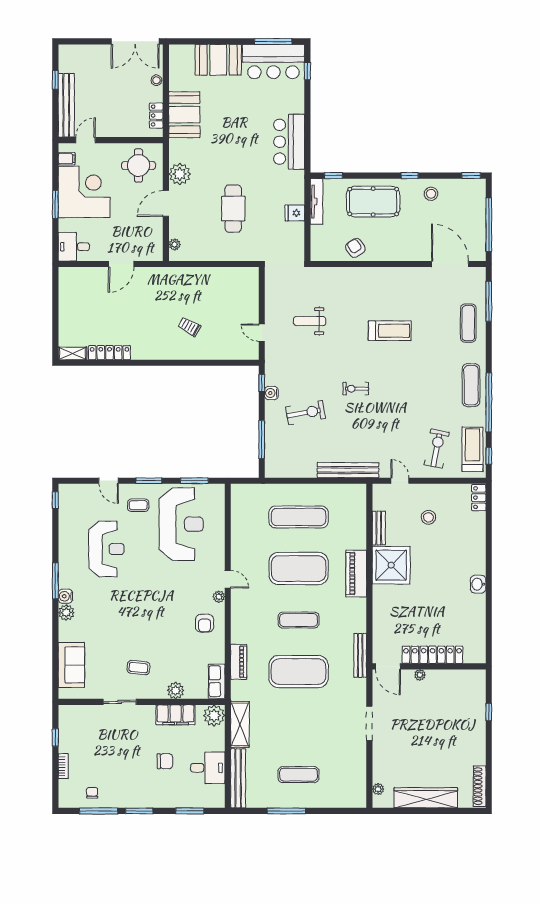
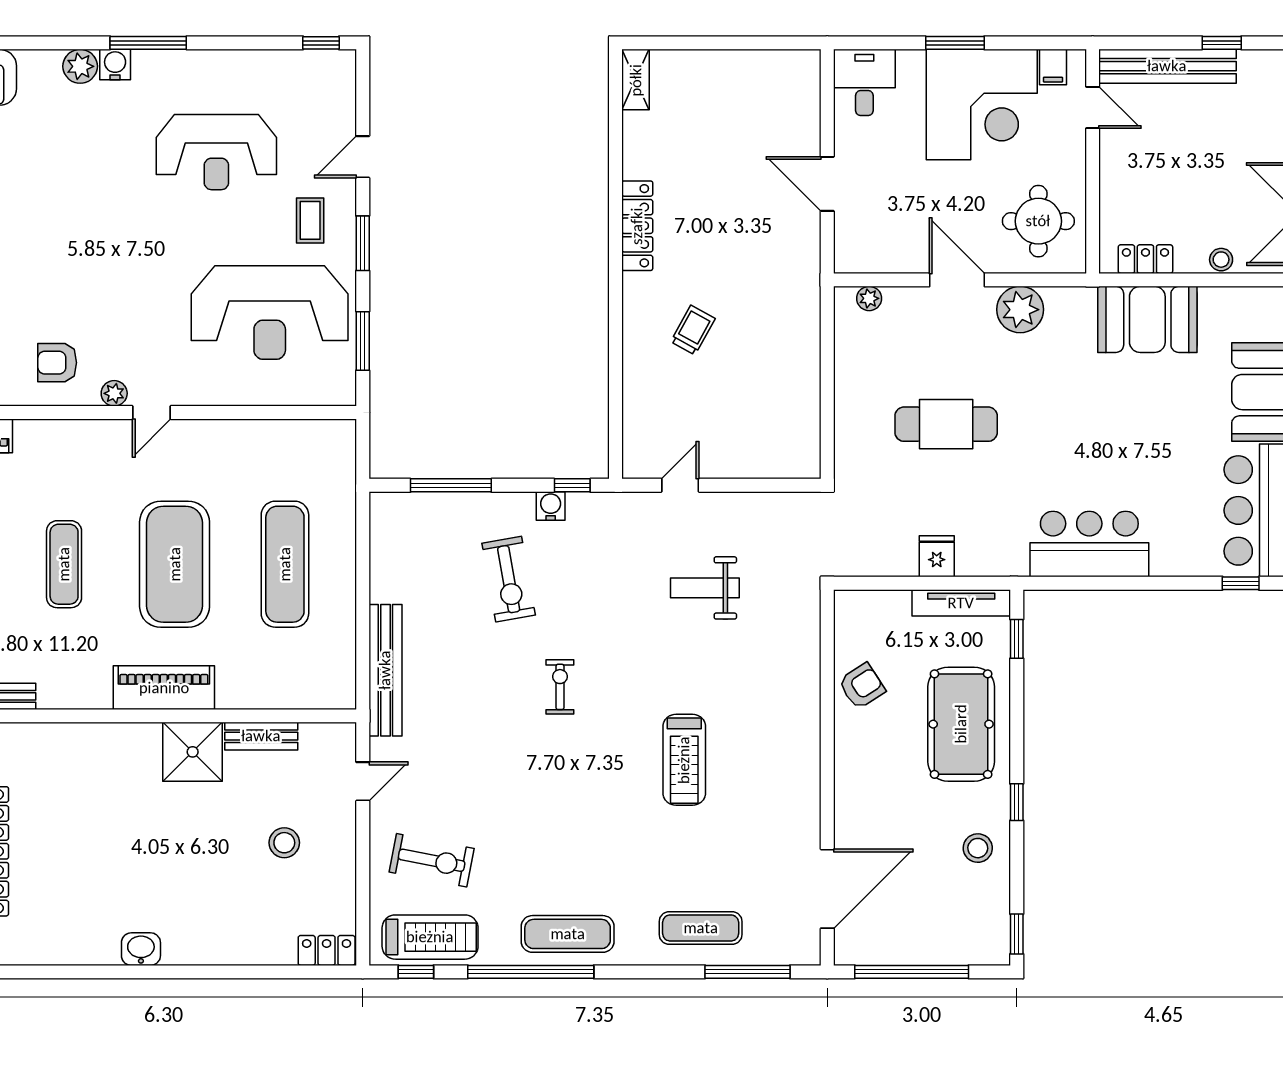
weight bench: (310, 321) -> (705, 588), turned -90
locker: (109, 353) -> (637, 226), moved
shower: (391, 565) -> (193, 752), width x0.73, depth x0.73

